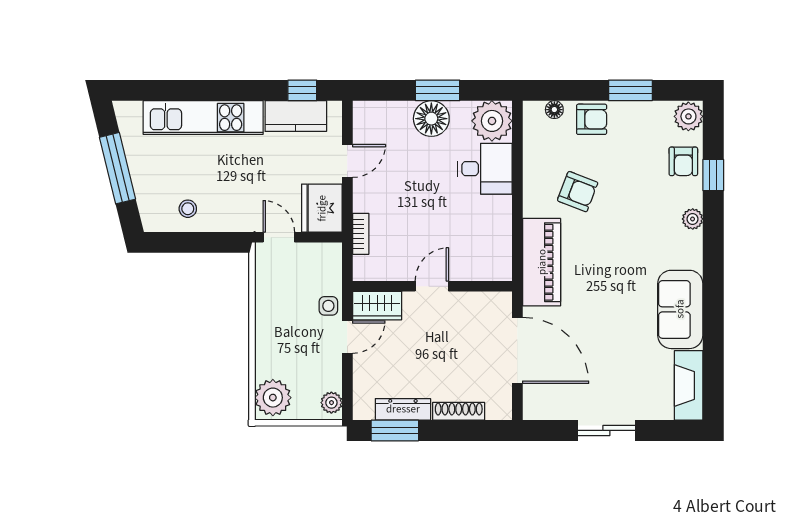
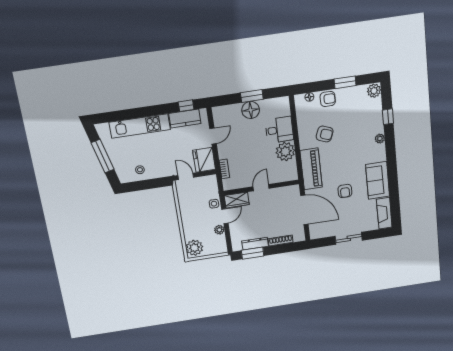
plant: (492, 121) -> (285, 152), moved
armchair: (683, 161) -> (345, 191), moved
plant: (331, 403) -> (219, 230), moved

